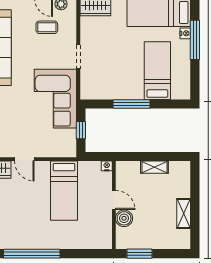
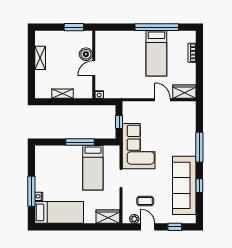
bed: (157, 71) -> (93, 168), moved
bed: (64, 191) -> (156, 53), moved, turned 180
door: (114, 200) -> (94, 68), hinge flipped

